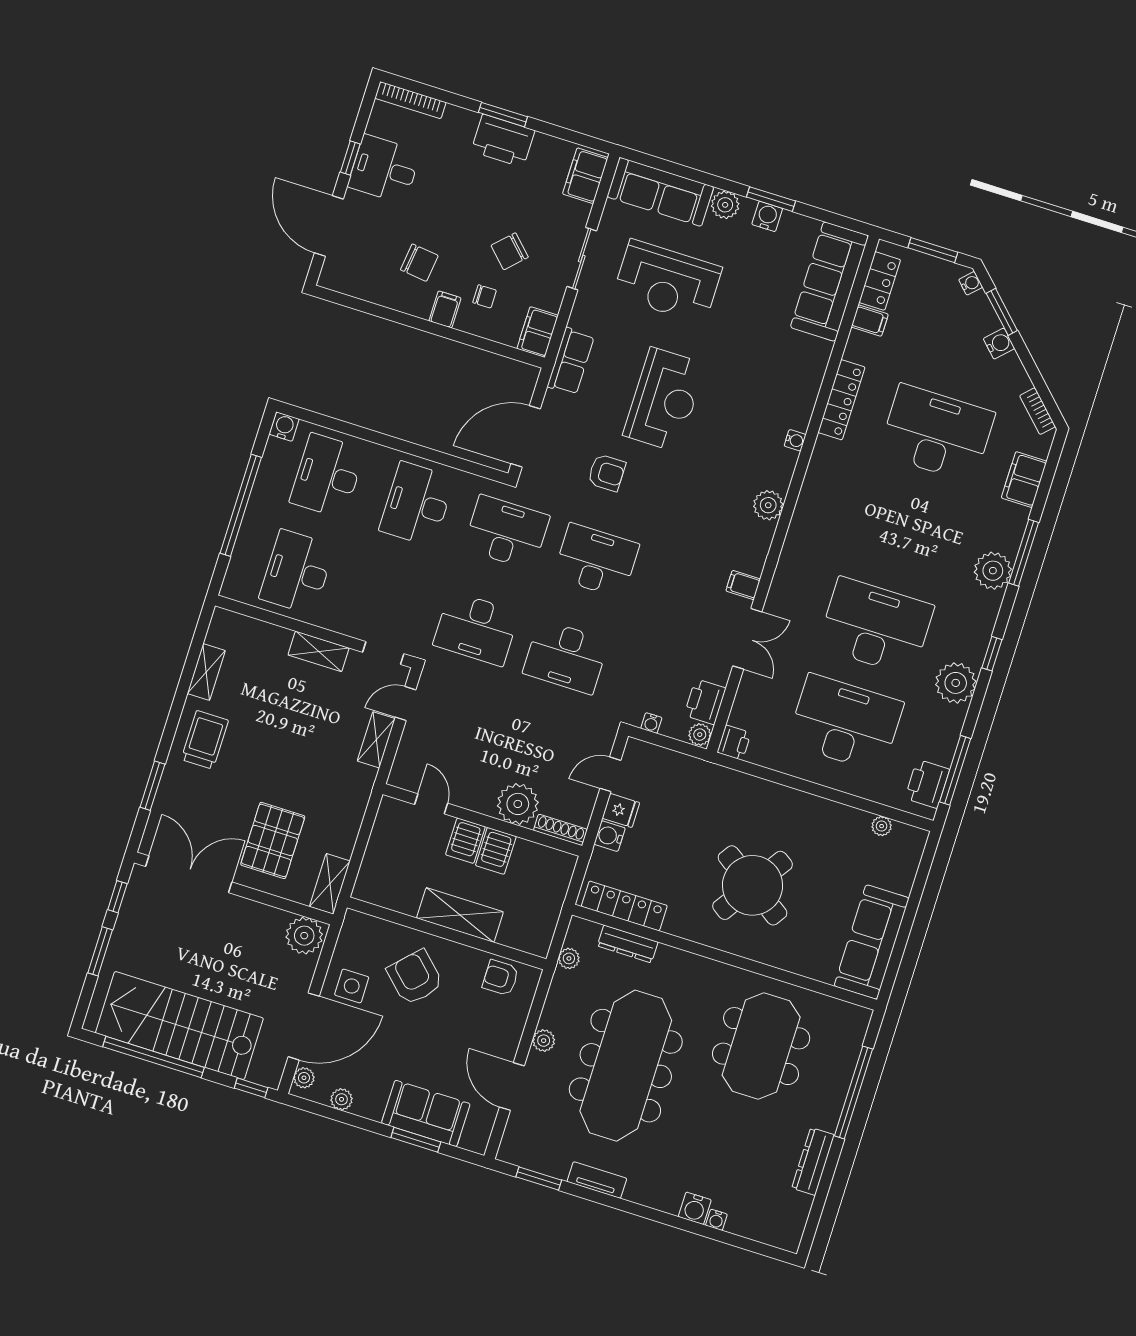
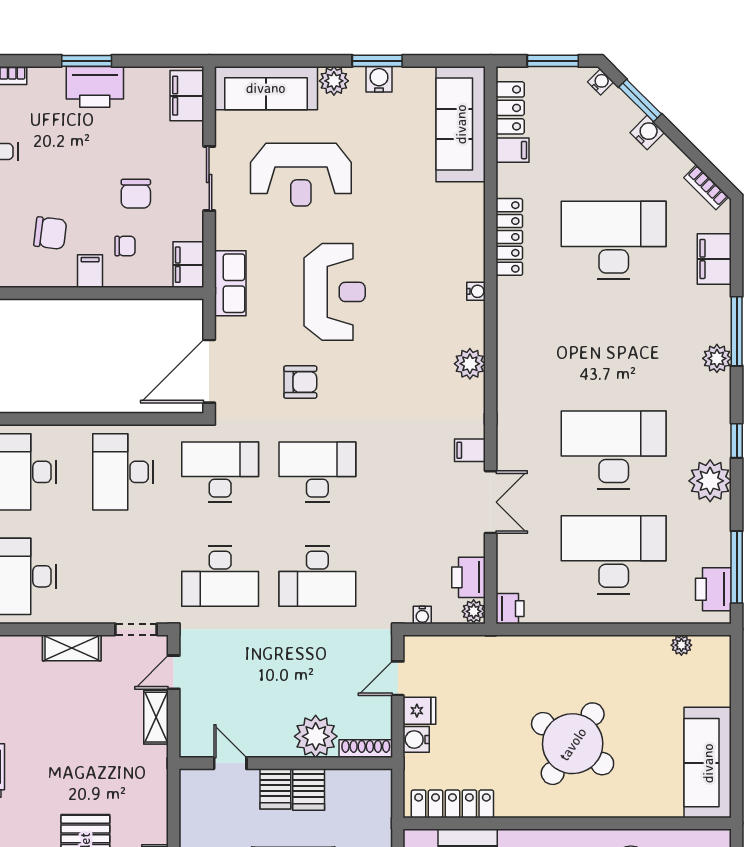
chair: (510, 251) -> (136, 194), turned -45
plant: (993, 571) -> (717, 358), width x0.73, depth x0.73

